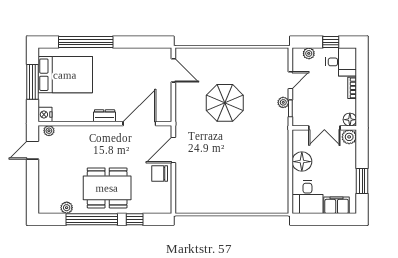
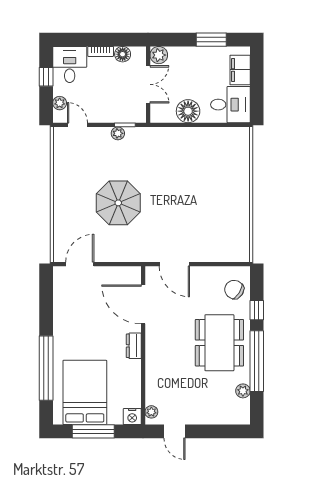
door: (290, 80) -> (77, 125), moved
floor lamp: (350, 120) -> (123, 54), moved
chair: (160, 174) -> (234, 290), moved, turned 122

